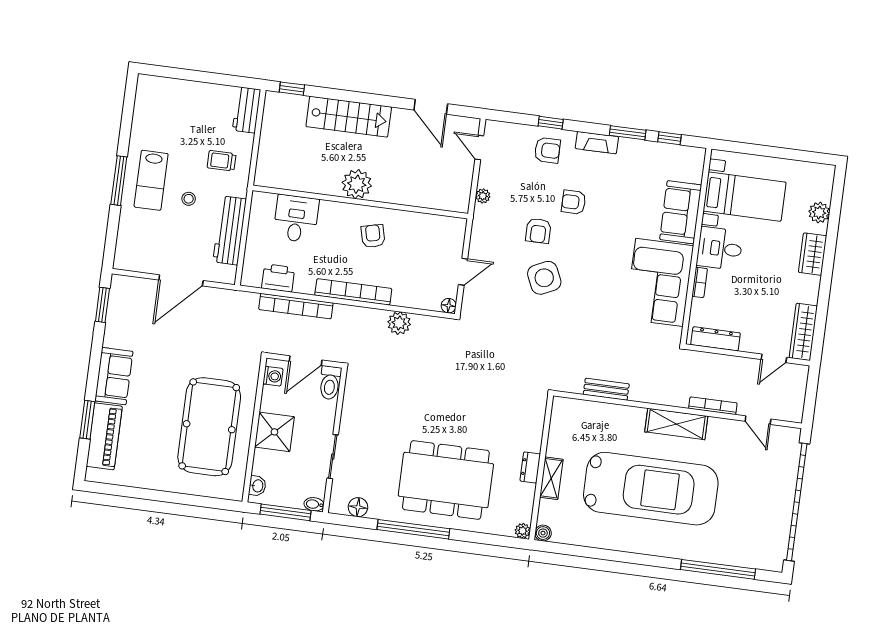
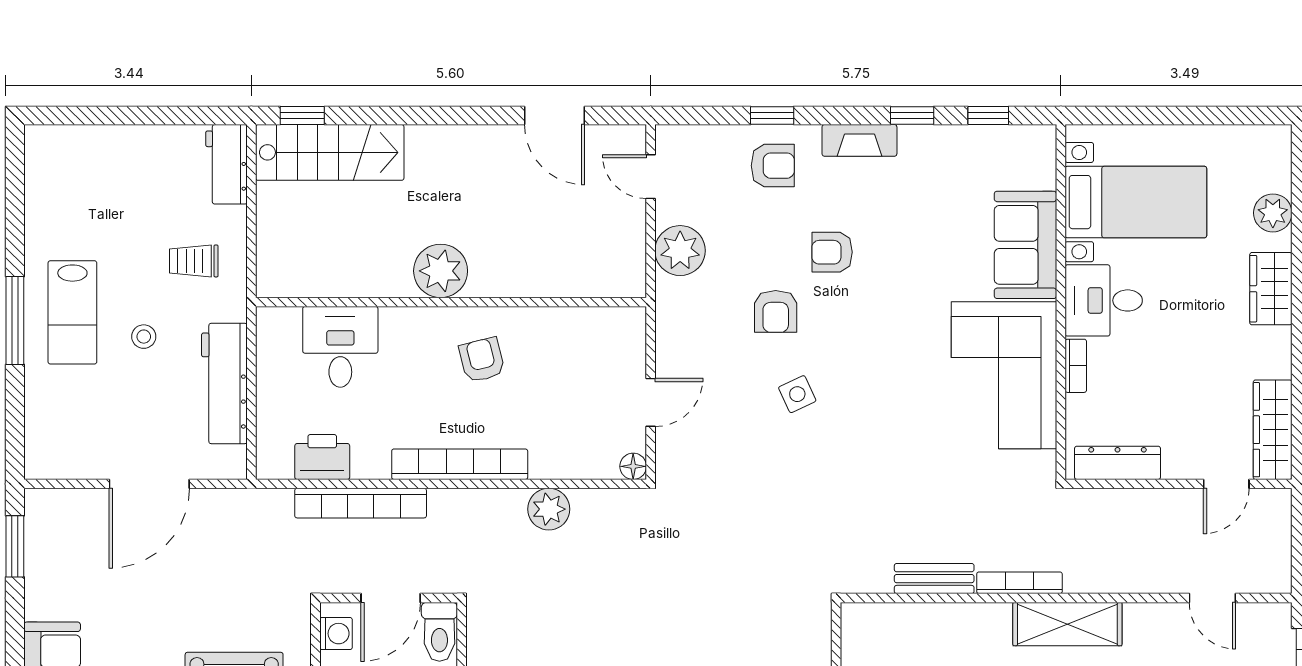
stairs: (349, 117) -> (330, 152), moved
window: (628, 133) -> (912, 116), width x0.67
plant: (483, 196) -> (680, 251), width x1.87, depth x1.87
side table: (544, 278) -> (797, 394), width x0.54, depth x0.54
bookcase: (713, 406) -> (1019, 583), moved

